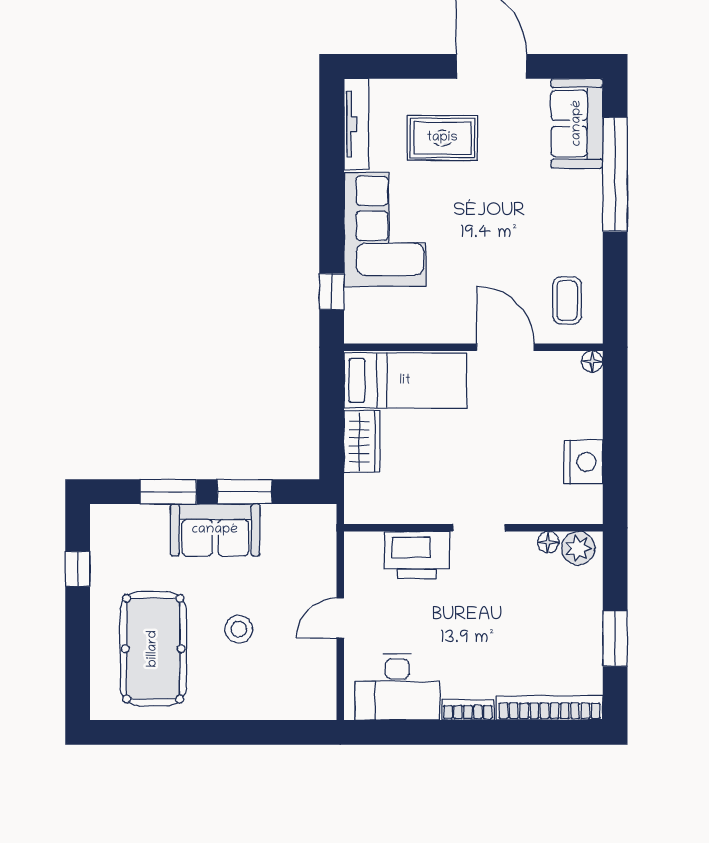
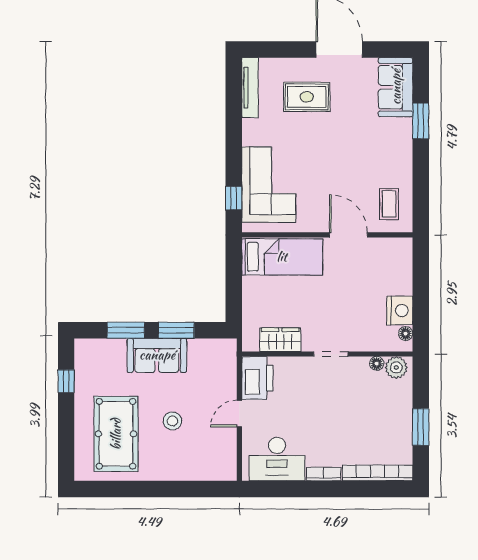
window: (615, 174) -> (421, 121), width x0.47
corner sofa: (385, 229) -> (269, 185), moved
floor lamp: (592, 362) -> (406, 334), moved
wardrobe: (362, 442) -> (280, 340), moved, turned -90
printer: (417, 555) -> (257, 378), moved, turned -90

